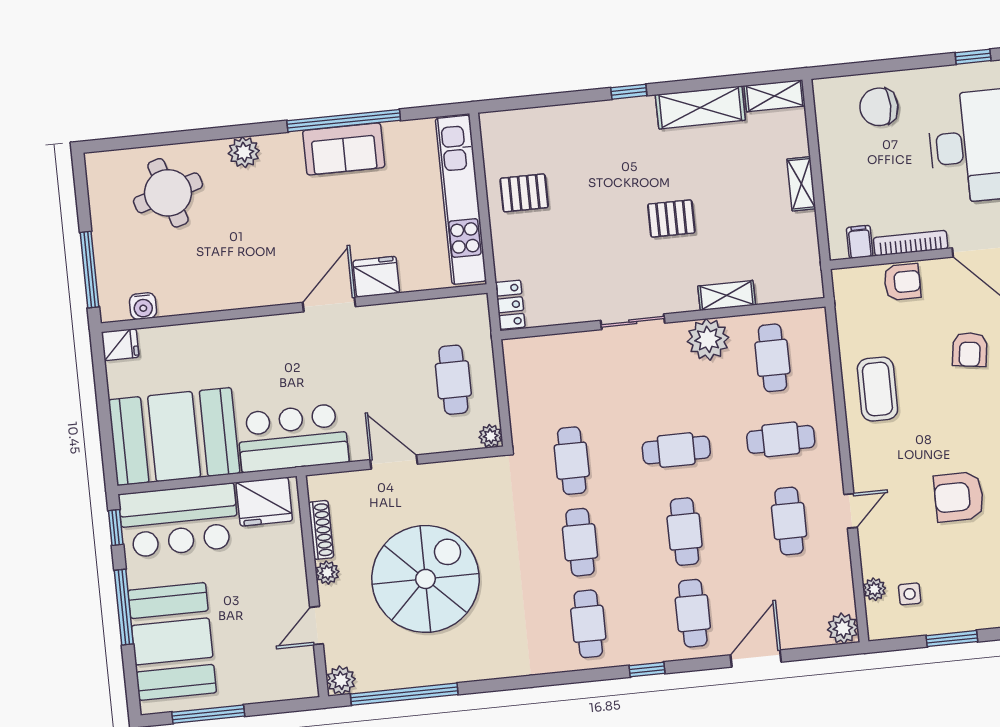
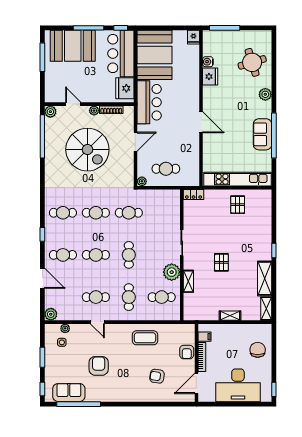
fridge: (376, 277) -> (210, 76), moved
water cooler: (143, 306) -> (208, 62), moved

